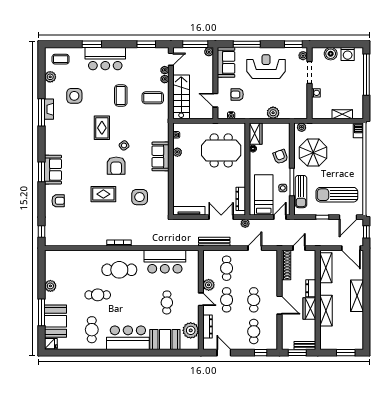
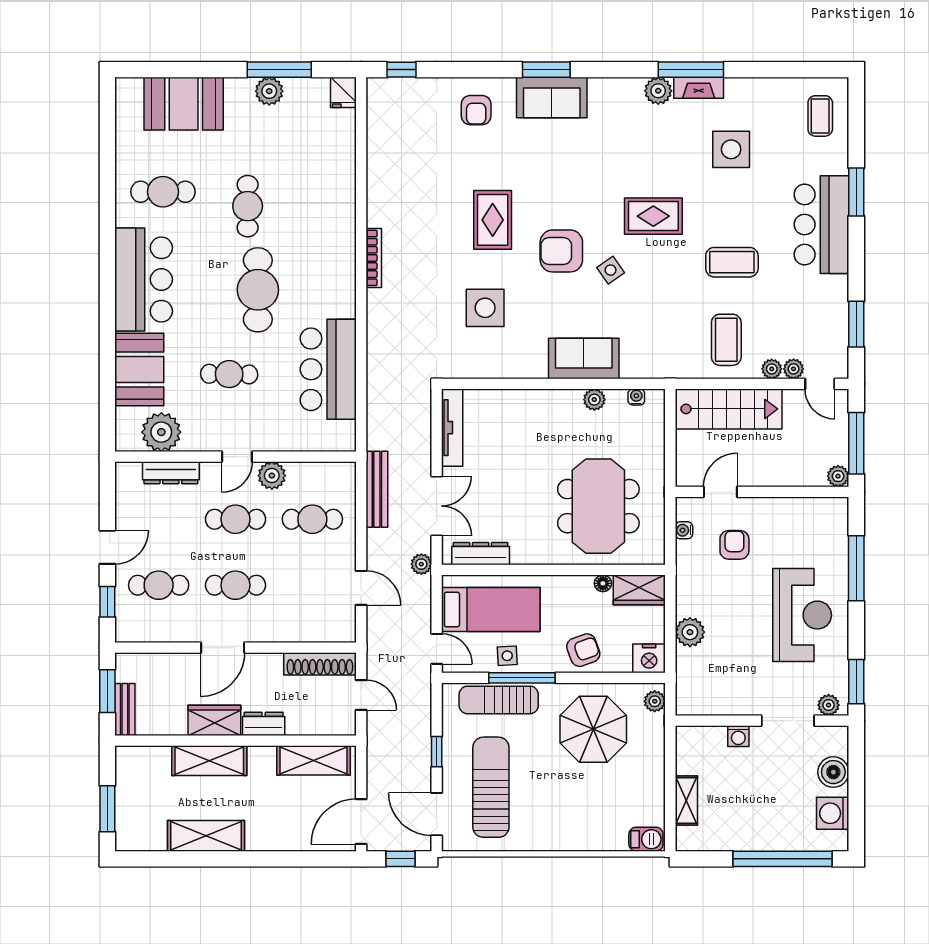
sofa: (226, 62) -> (812, 518), removed
plant: (50, 77) -> (658, 91), moved
nightstand: (284, 130) -> (649, 658), added
cafe table: (119, 270) -> (258, 290), moved
shelving: (357, 296) -> (206, 836), moved
window: (42, 312) -> (279, 70), moved
fridge: (51, 344) -> (343, 92), moved
door: (224, 353) -> (107, 547), moved

